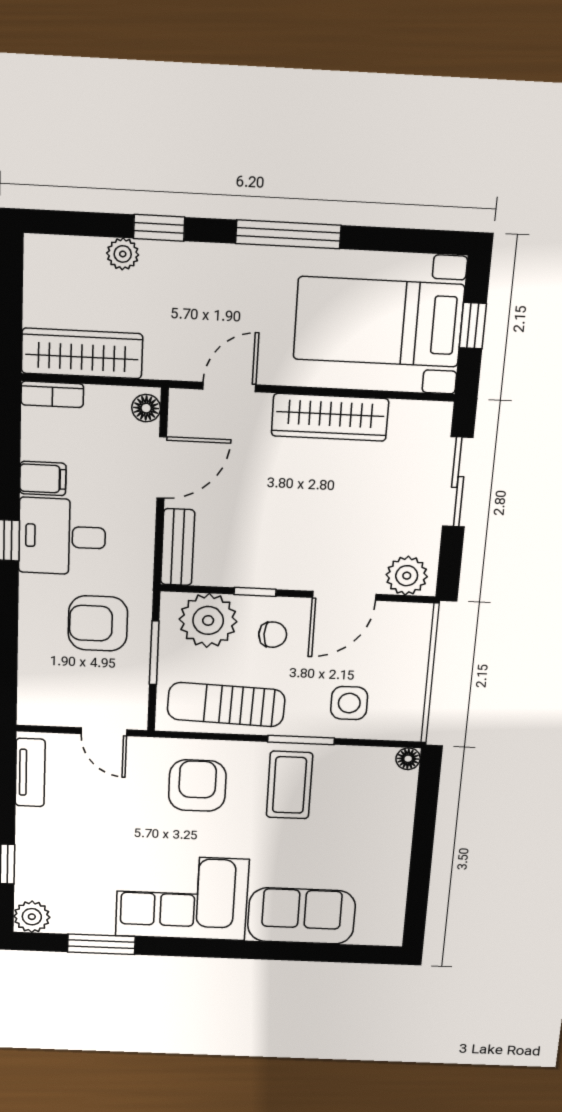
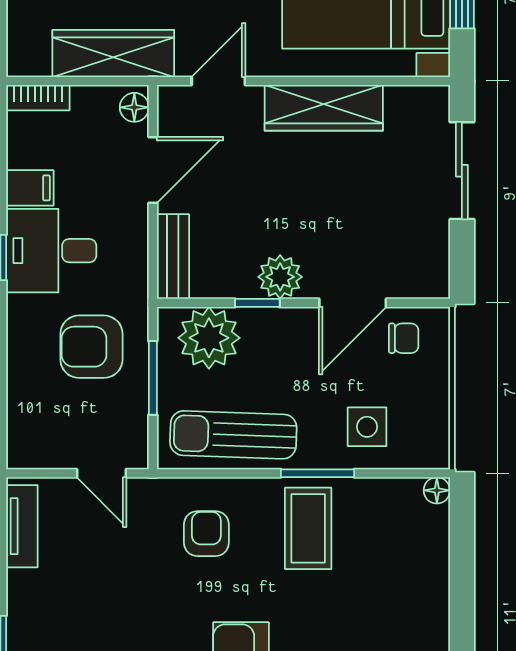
wardrobe: (82, 353) -> (113, 53), moved
plant: (407, 576) -> (280, 277), moved
chair: (273, 635) -> (404, 338), moved
armchair: (197, 786) -> (206, 534), width x0.72, depth x0.72

